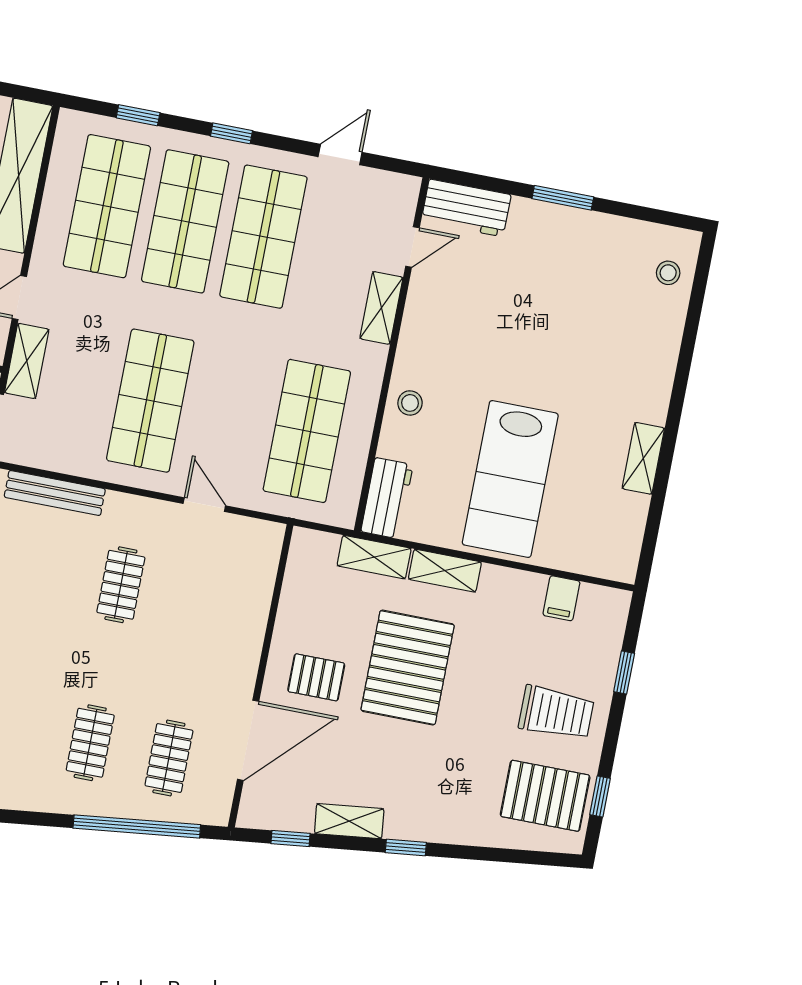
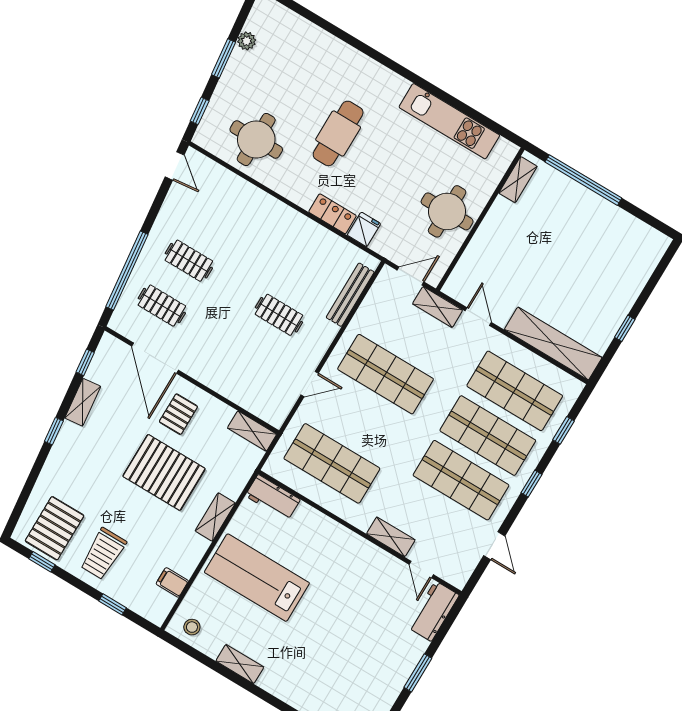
stool: (410, 403) -> (192, 627), moved
shelving: (374, 557) -> (252, 431), moved, turned 90

